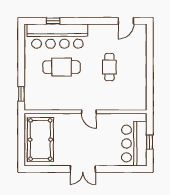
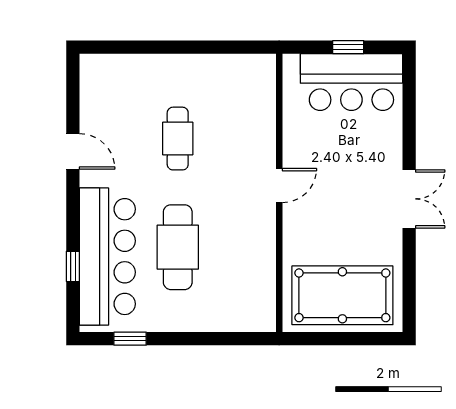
door: (126, 21) -> (73, 151), moved
cafe table: (109, 67) -> (178, 139), turned 90
window: (21, 94) -> (130, 339), moved

